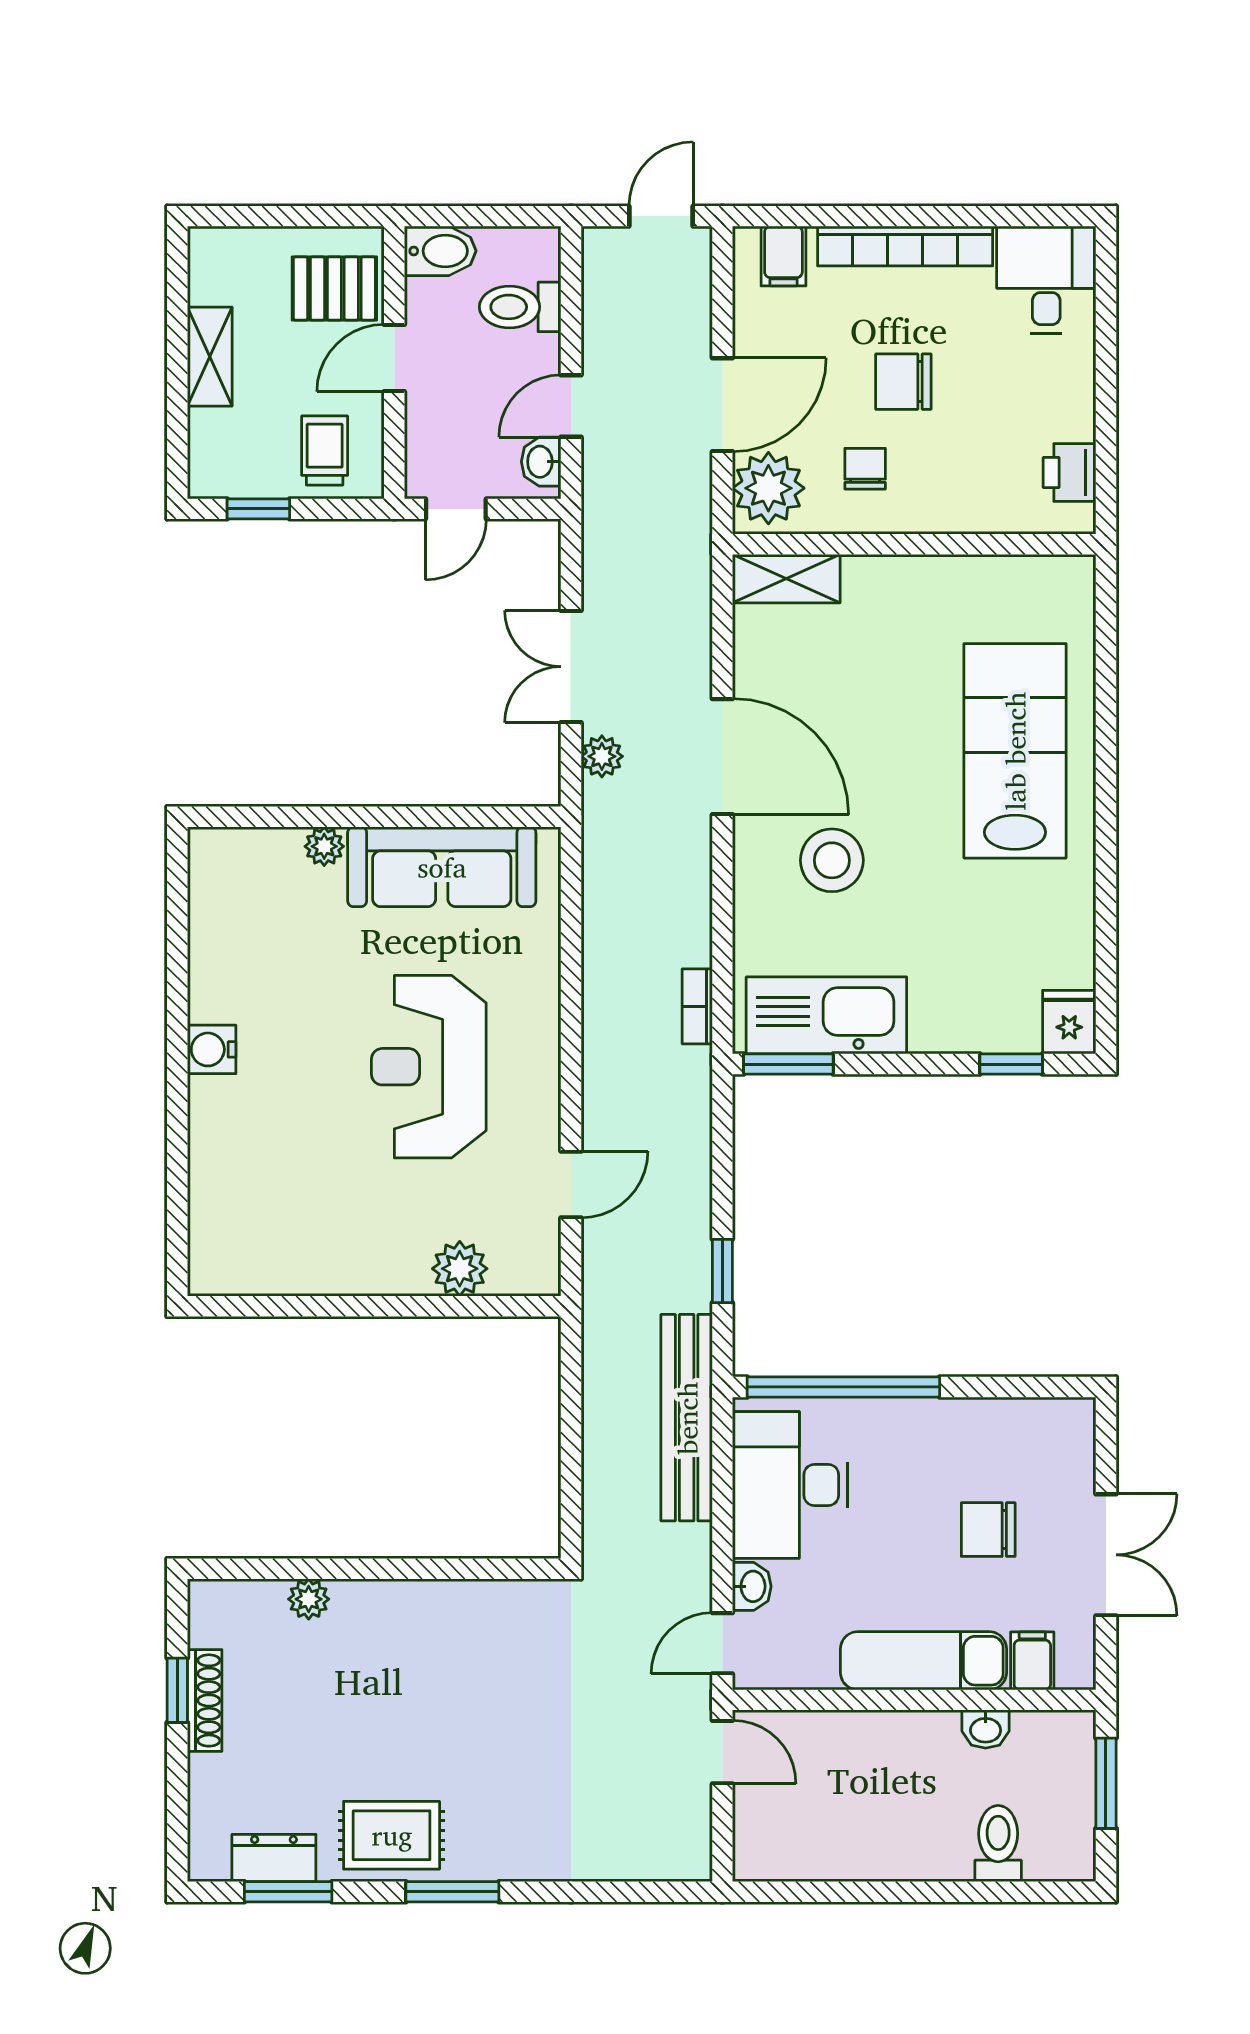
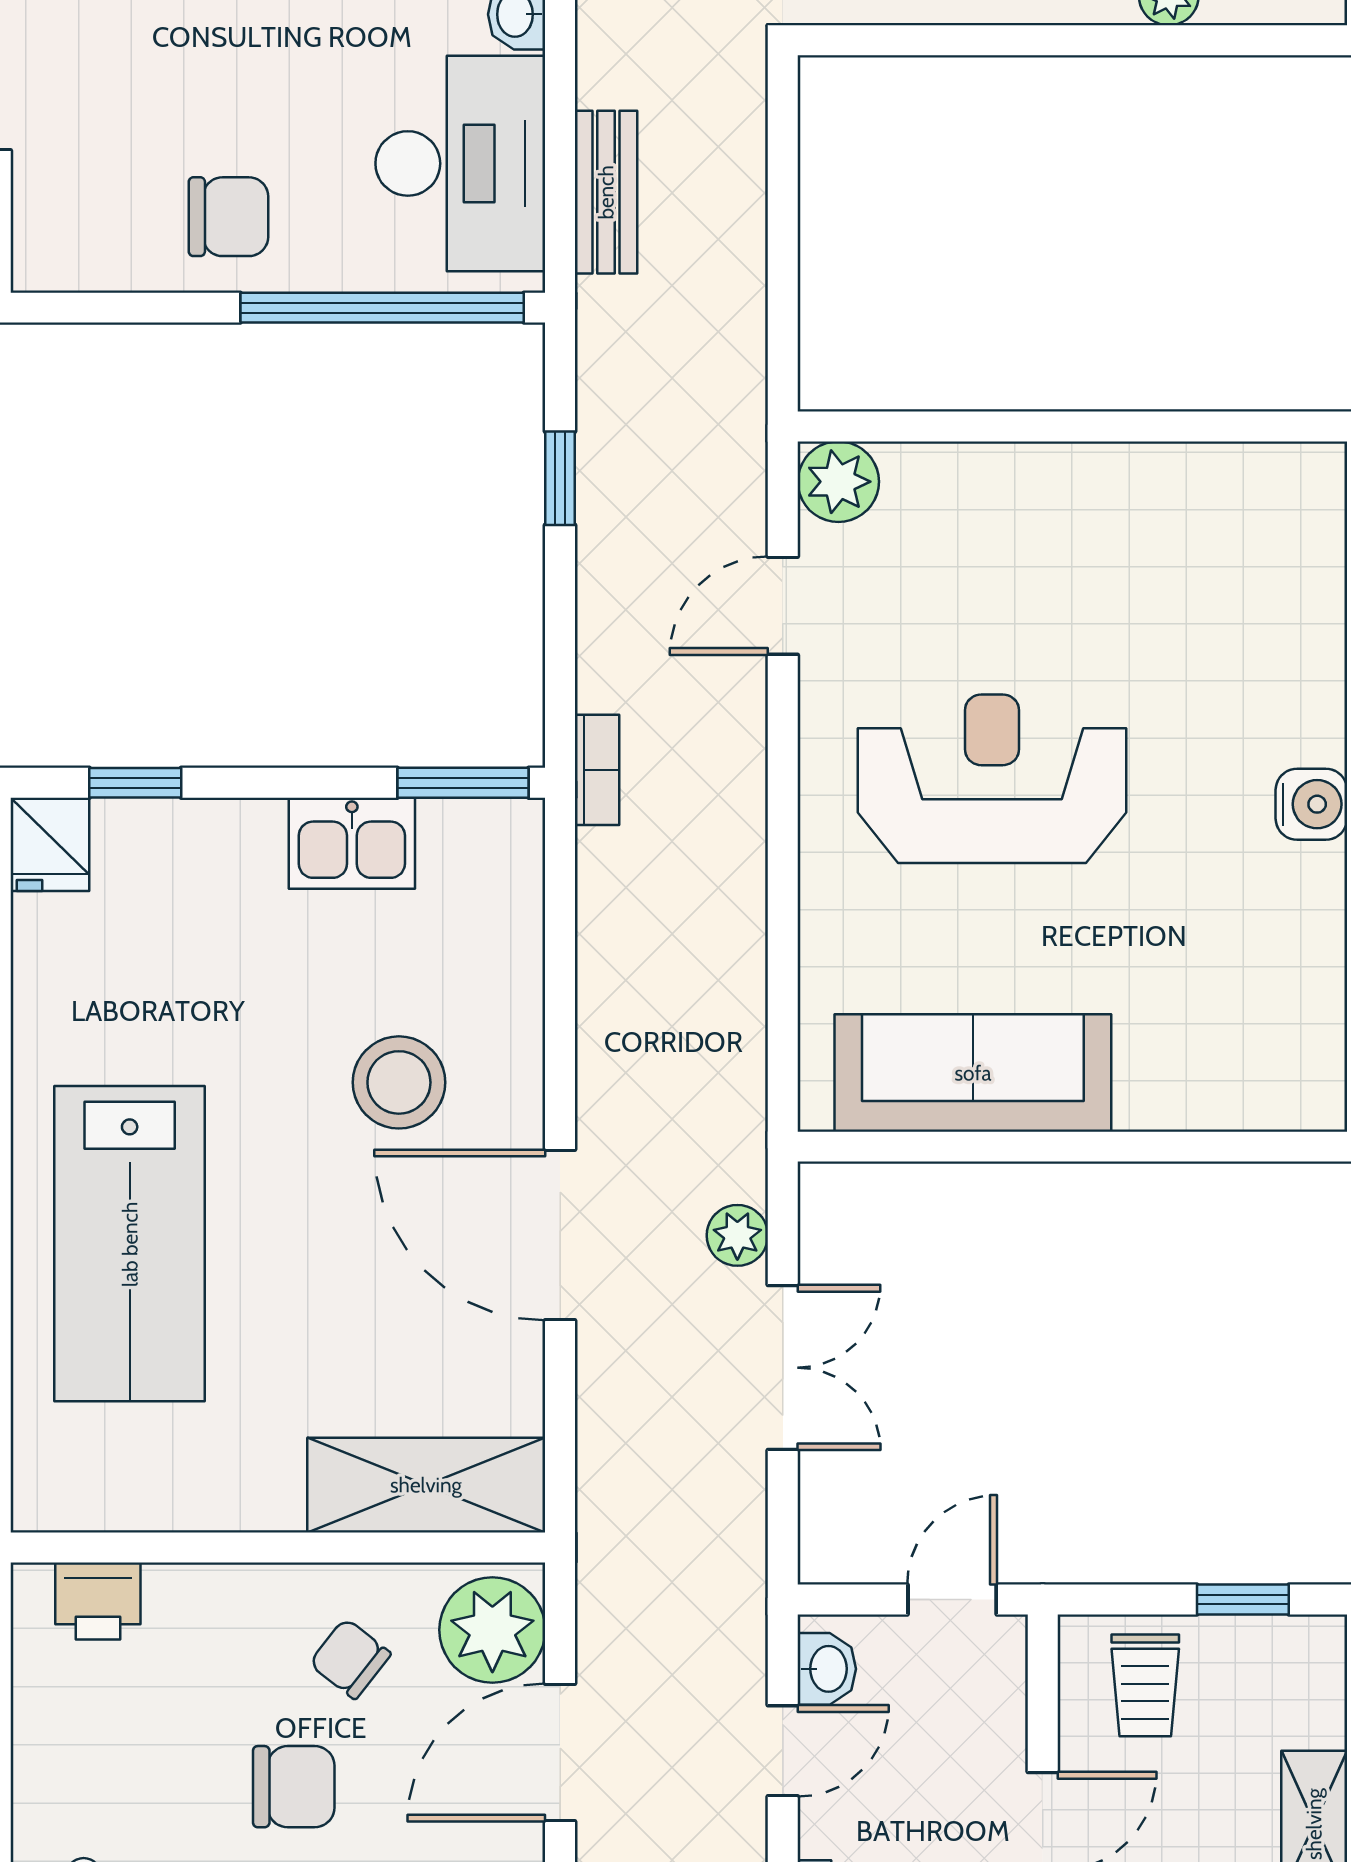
chair: (865, 469) -> (350, 1659), turned 128
printer: (1070, 473) -> (98, 1601), moved, turned 90
shelving: (786, 579) -> (426, 1485), width x1.50, depth x1.33
plant: (324, 846) -> (1146, 1103), removed
bookcase: (697, 1006) -> (597, 770), moved
kitchen sink: (826, 1015) -> (352, 843), width x0.53, depth x0.81
reception desk: (429, 1067) -> (992, 779), turned -90
plant: (460, 1269) -> (838, 482), moved
bench: (687, 1418) -> (606, 192), width x0.54, depth x0.82
chair: (988, 1530) -> (229, 217), moved

